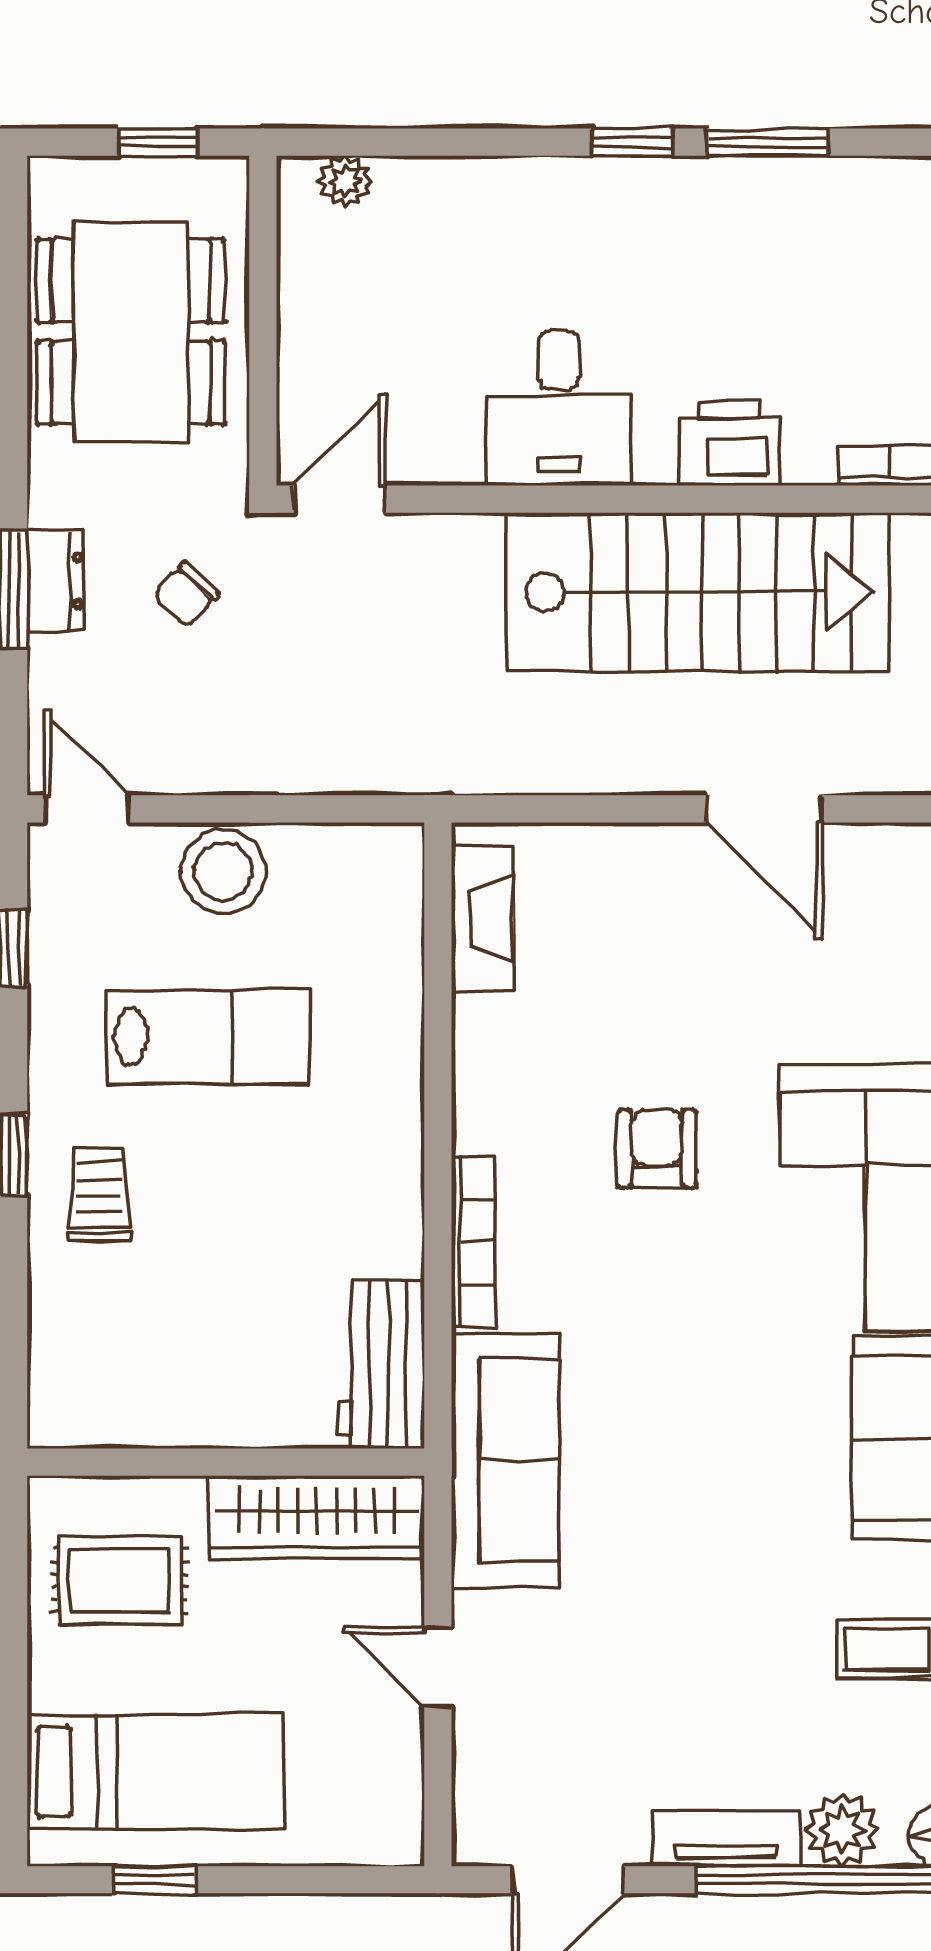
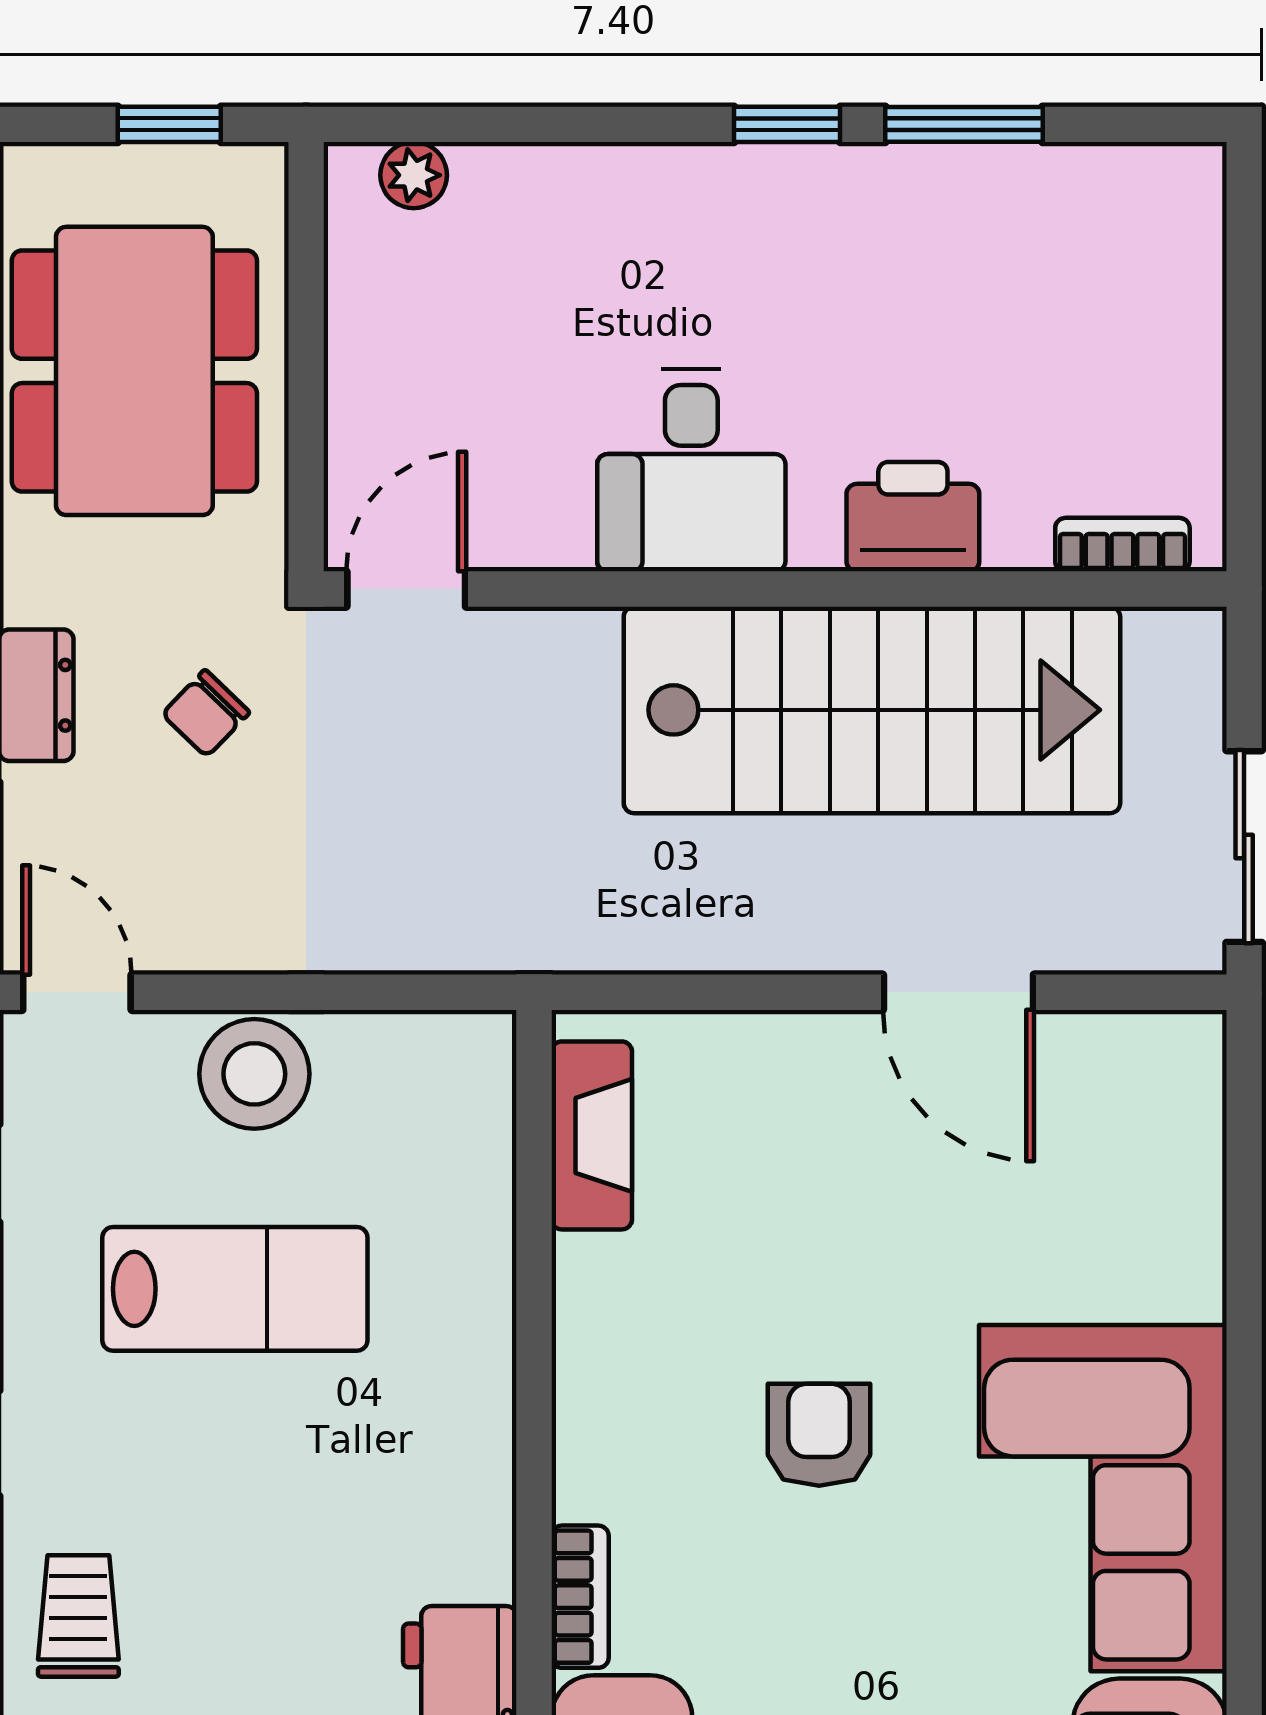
trolley: (99, 1194) -> (78, 1616), moved
bookcase: (473, 1242) -> (580, 1597), width x0.64

